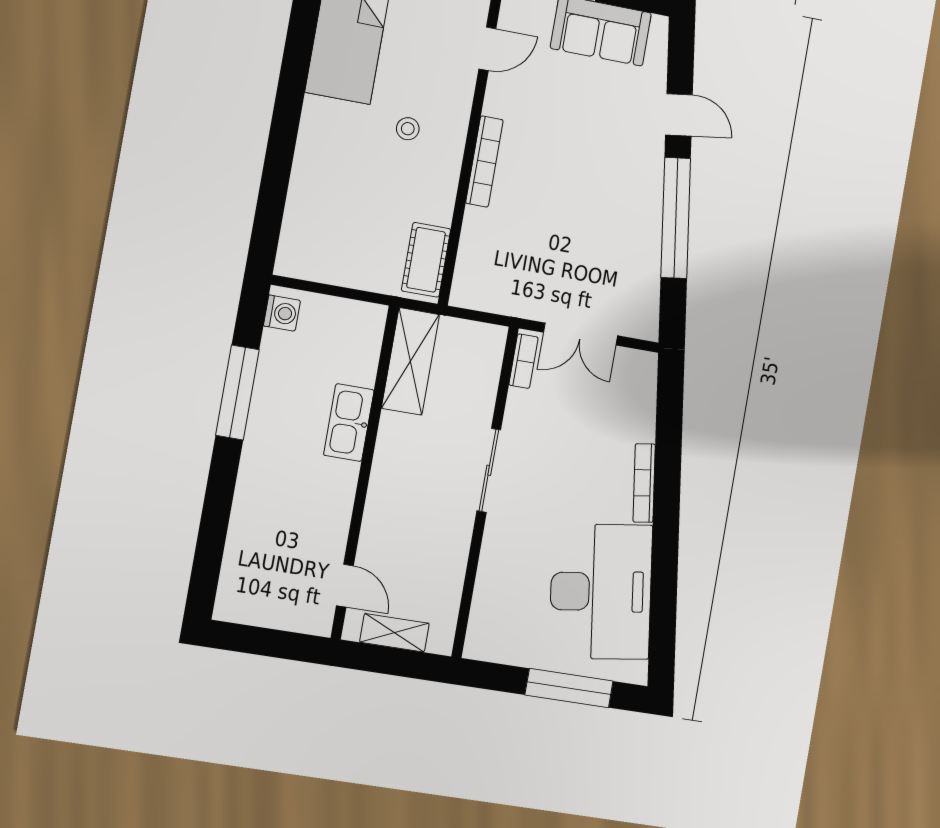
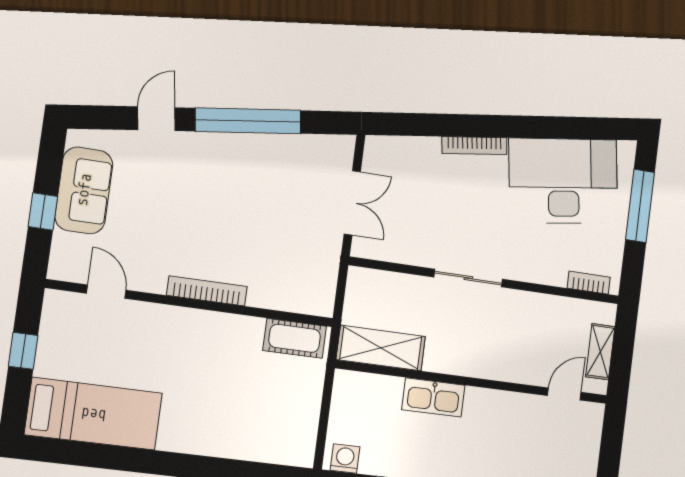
stool: (408, 129) -> (182, 359), removed
bookcase: (524, 361) -> (589, 283), moved

